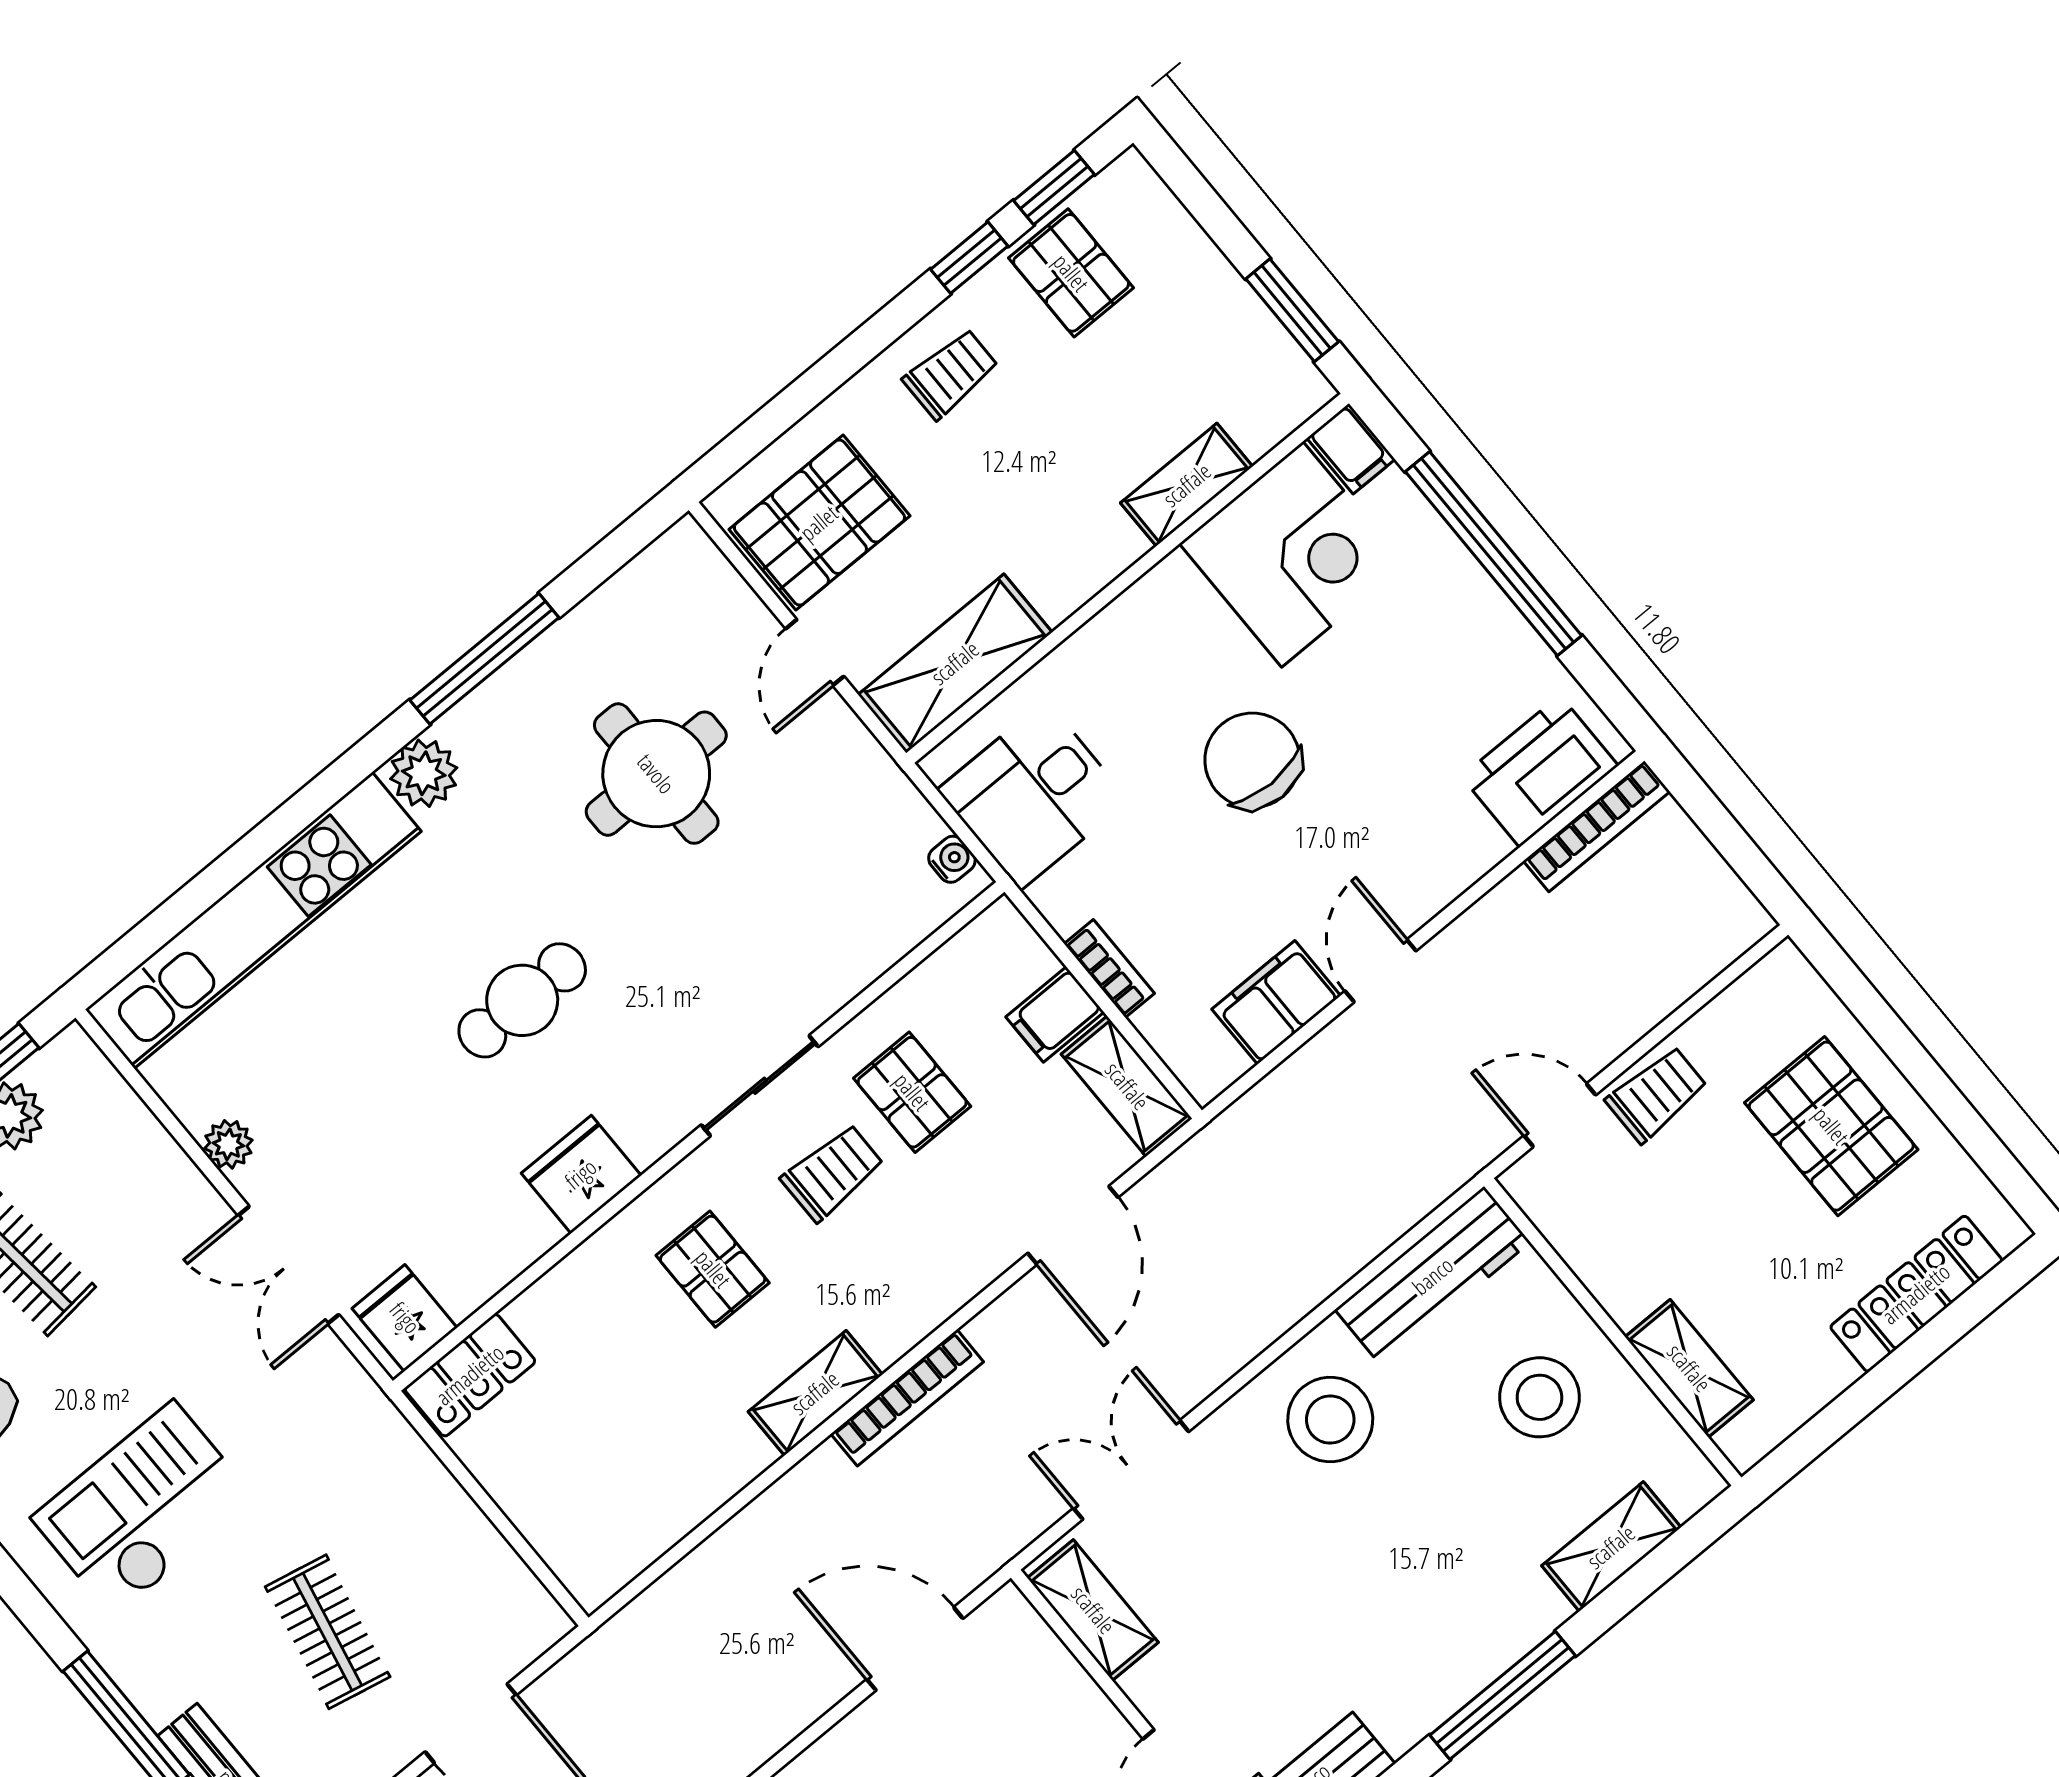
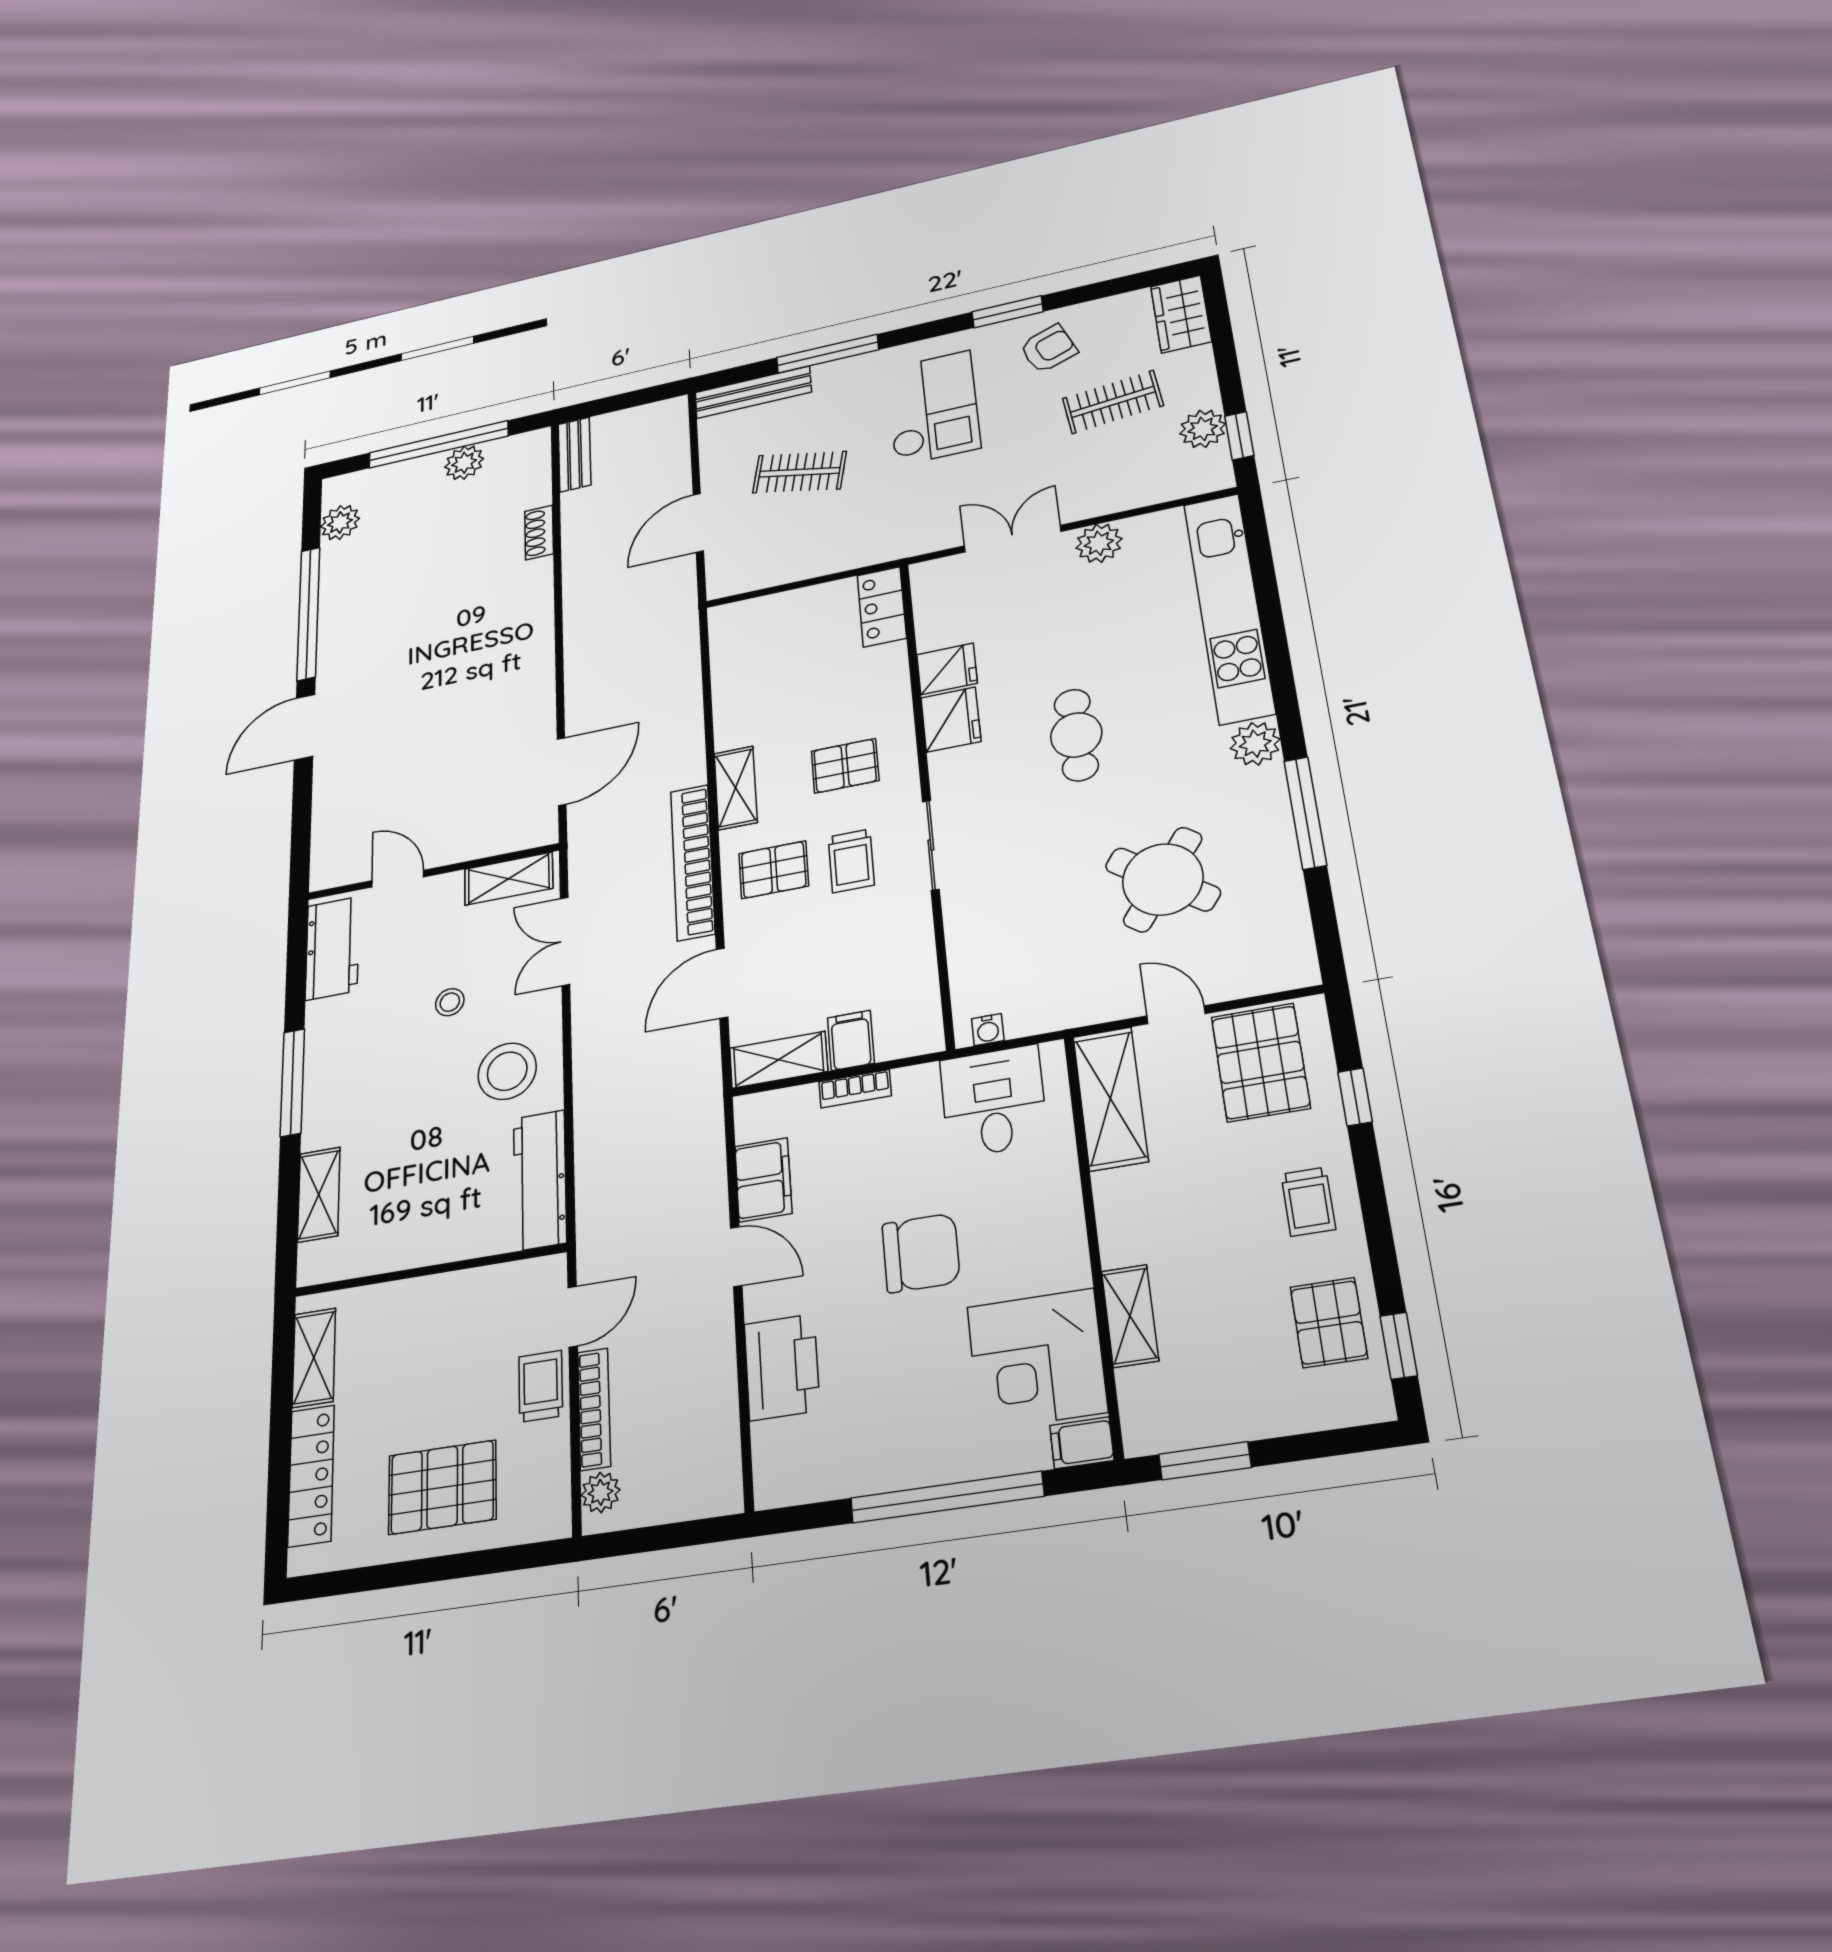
window: (969, 258) -> (1355, 1097), moved
pallet: (1071, 273) -> (1329, 1322), turned 90
printer: (1540, 771) -> (782, 1367), moved
round table: (656, 774) -> (1163, 879), turned 36
bookcase: (1597, 826) -> (594, 1409), moved, turned 180
plant: (1723, 938) -> (601, 1492), added
pallet: (912, 1092) -> (774, 870), moved
trolley: (1657, 1094) -> (541, 1386), turned 180
plant: (228, 1144) -> (1099, 543), width x1.38, depth x1.38
door: (1073, 1225) -> (722, 983), hinge flipped
fridge: (405, 1318) -> (947, 669), moved
shelving: (1689, 1368) -> (314, 1358), moved, turned 90
stool: (1539, 1397) -> (450, 1002), moved, width x0.53, depth x0.53
bookcase: (907, 1398) -> (693, 862), width x1.48, depth x1.31
double door: (1131, 1470) -> (565, 941), swing flipped

